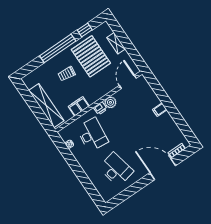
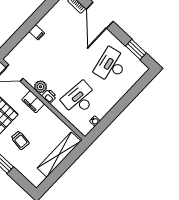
filing cabinet: (79, 106) -> (33, 102), moved
window: (125, 195) -> (136, 50), added

